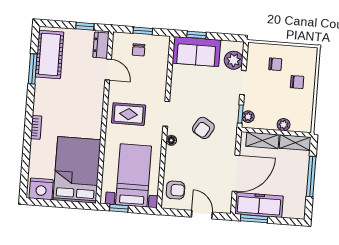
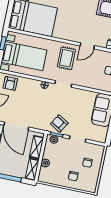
plant: (234, 60) -> (94, 135), removed
door: (108, 70) -> (87, 46), moved
armchair: (203, 128) -> (59, 123), moved

